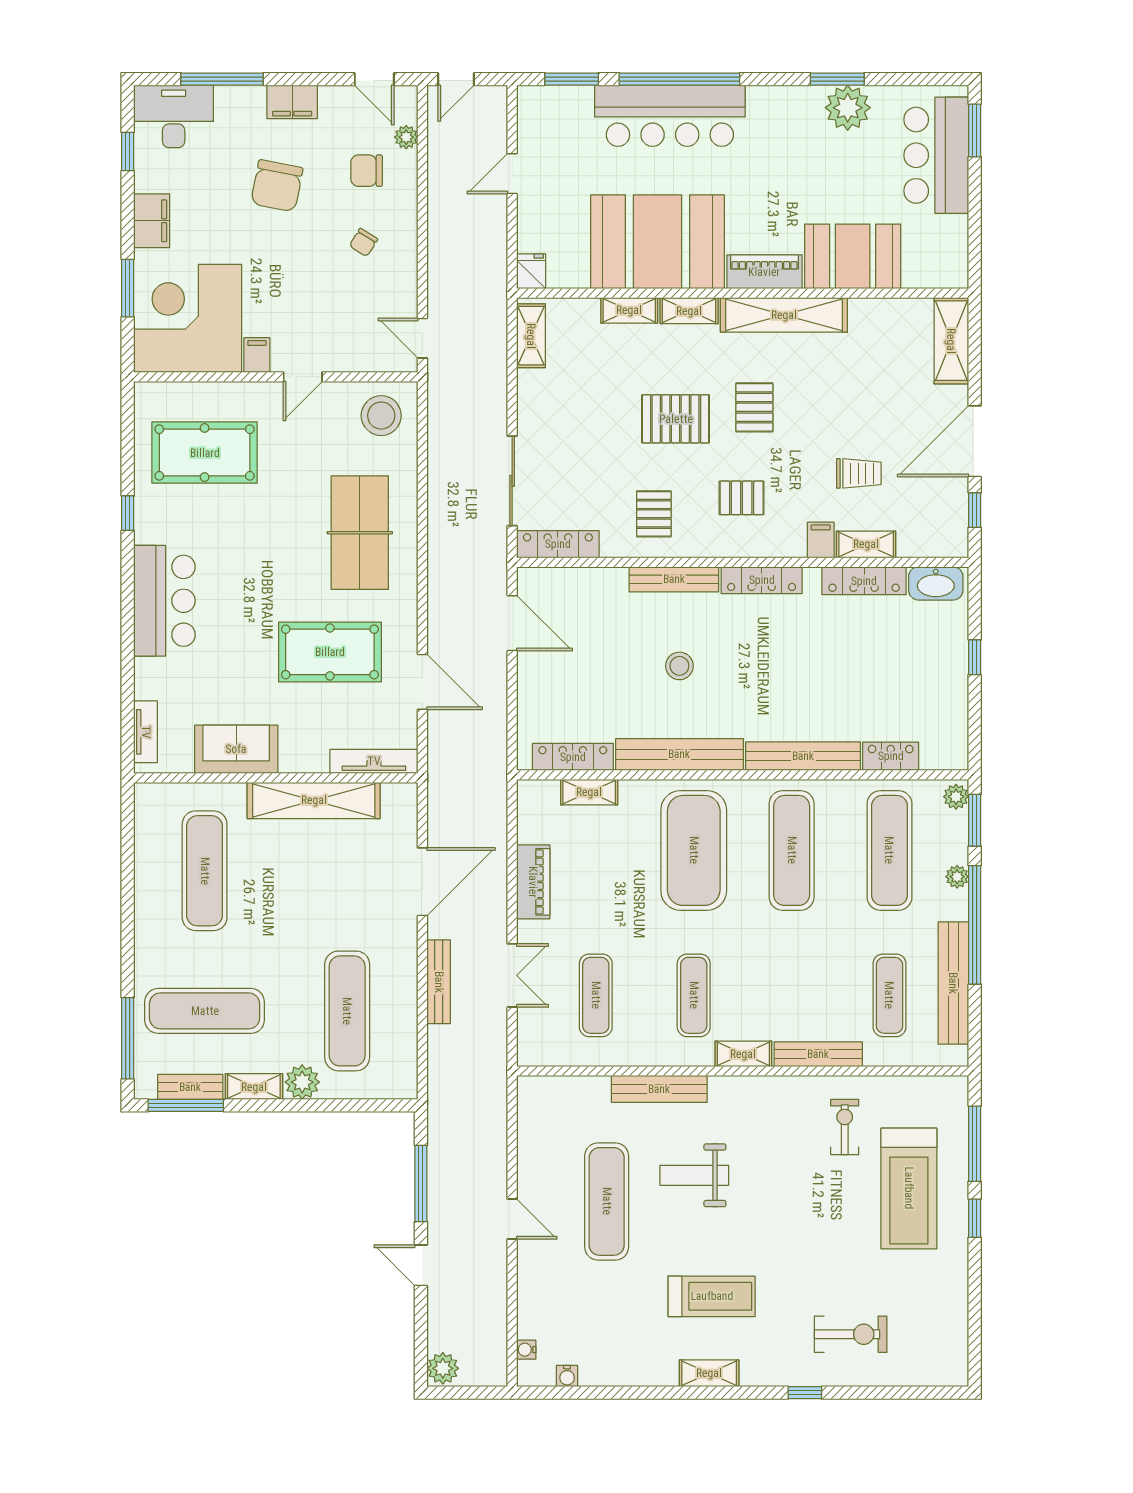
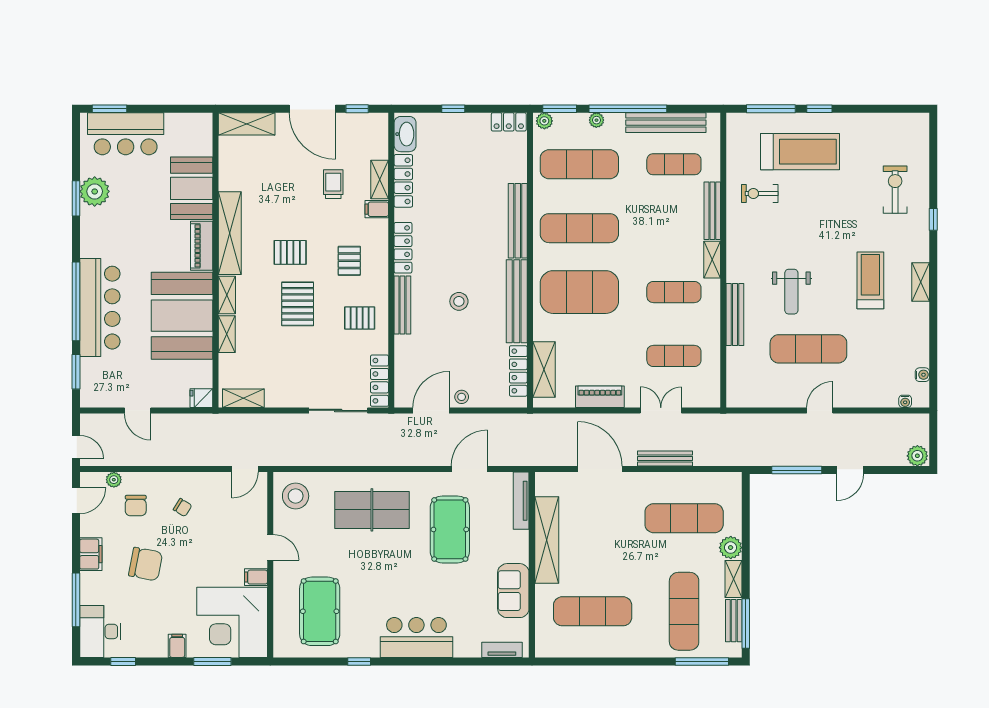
filing cabinet: (152, 221) -> (177, 646), width x0.50
stool: (533, 670) -> (462, 397), added
locker: (891, 756) -> (509, 122), moved, turned -90
shelving: (589, 792) -> (544, 370), width x1.50, depth x1.33

